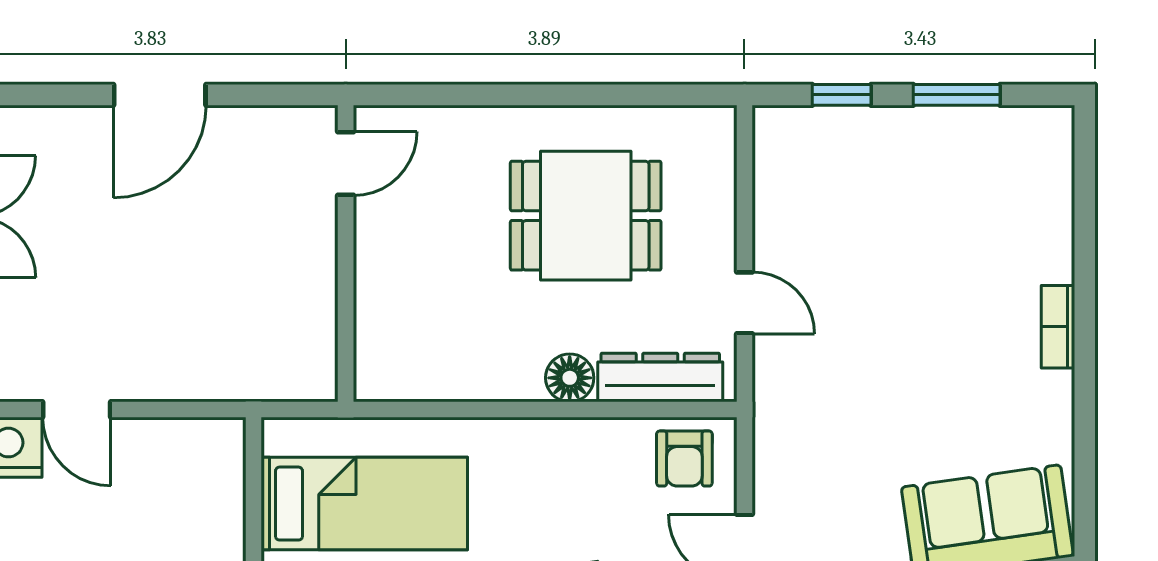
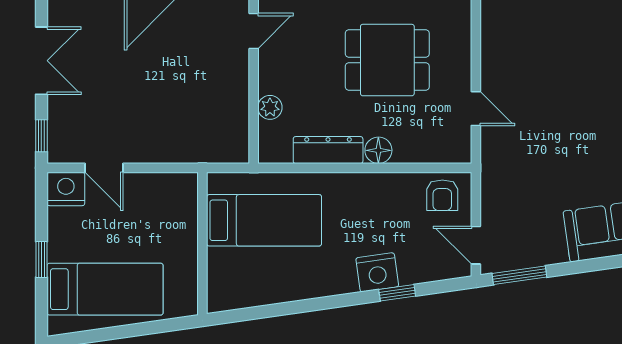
plant: (375, 301) -> (270, 107), added
dresser: (660, 377) -> (328, 150), moved

